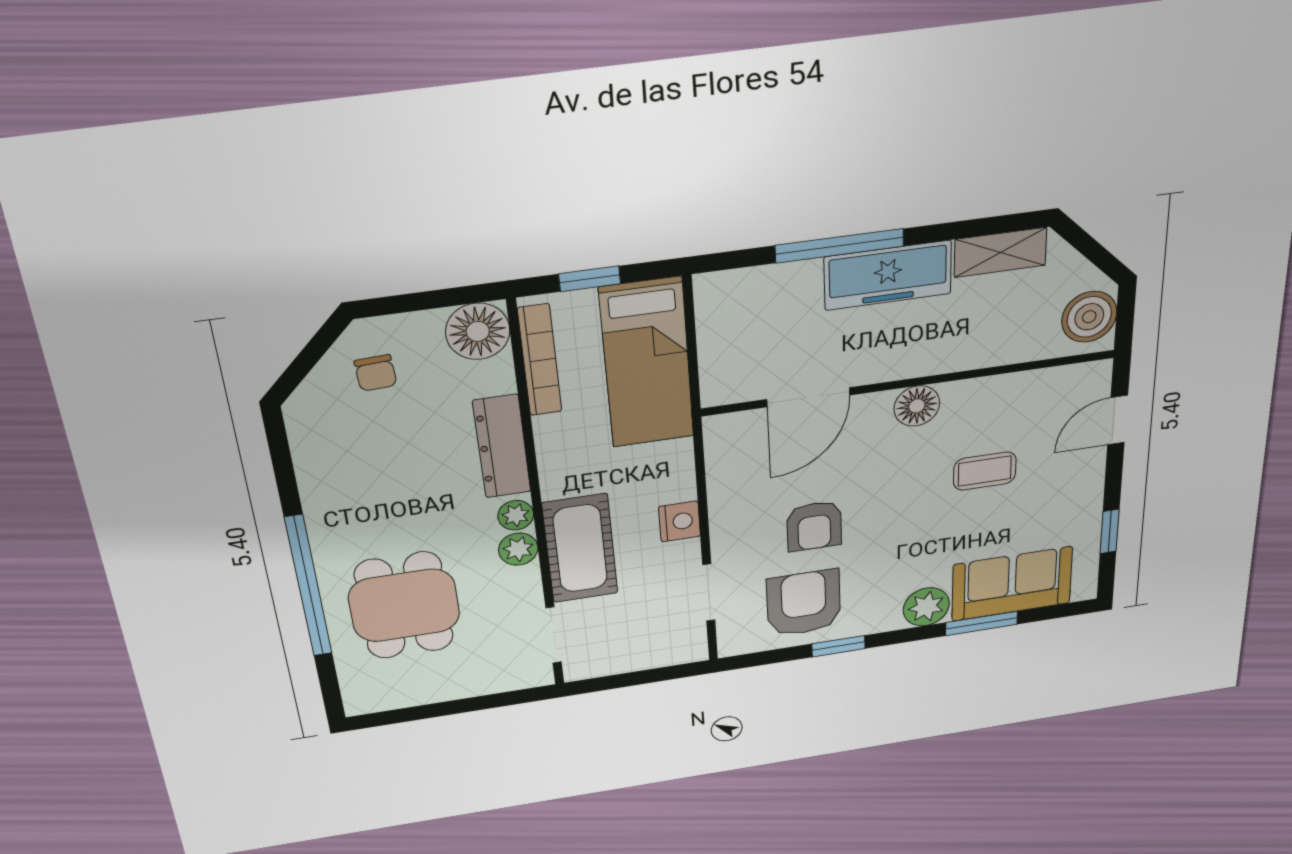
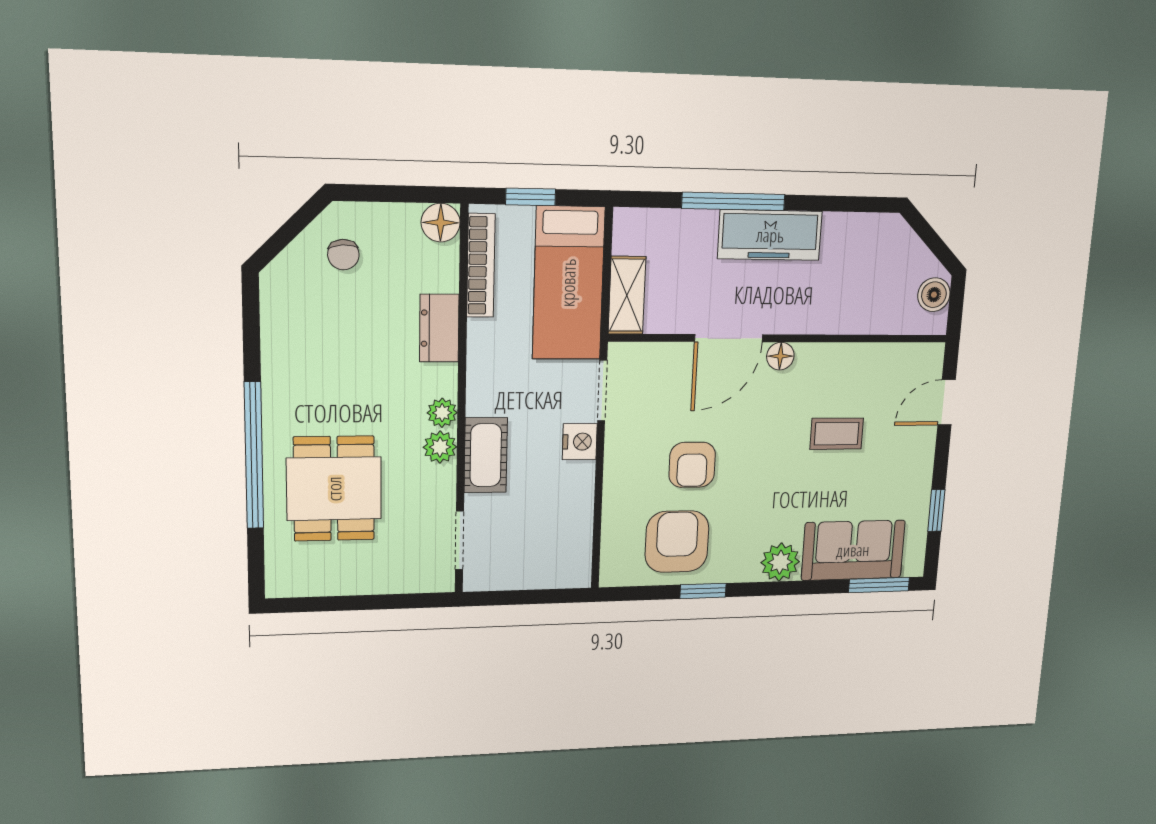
shelving: (1000, 252) -> (627, 295), moved, turned 90
boiler: (1089, 317) -> (934, 295), width x0.73, depth x0.73
floor lamp: (478, 331) -> (441, 223), width x0.73, depth x0.73
door: (808, 397) -> (729, 338), moved
floor lamp: (917, 406) -> (780, 356), width x0.73, depth x0.73
dresser: (502, 446) -> (439, 328), width x0.70
cot: (580, 548) -> (486, 455), width x0.73, depth x0.75
doorway: (709, 593) -> (602, 391), moved
window: (981, 623) -> (879, 585), moved

